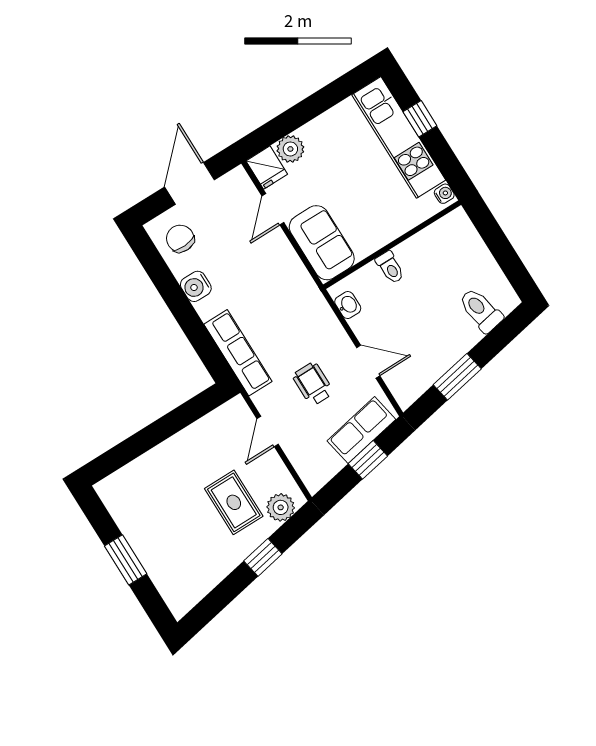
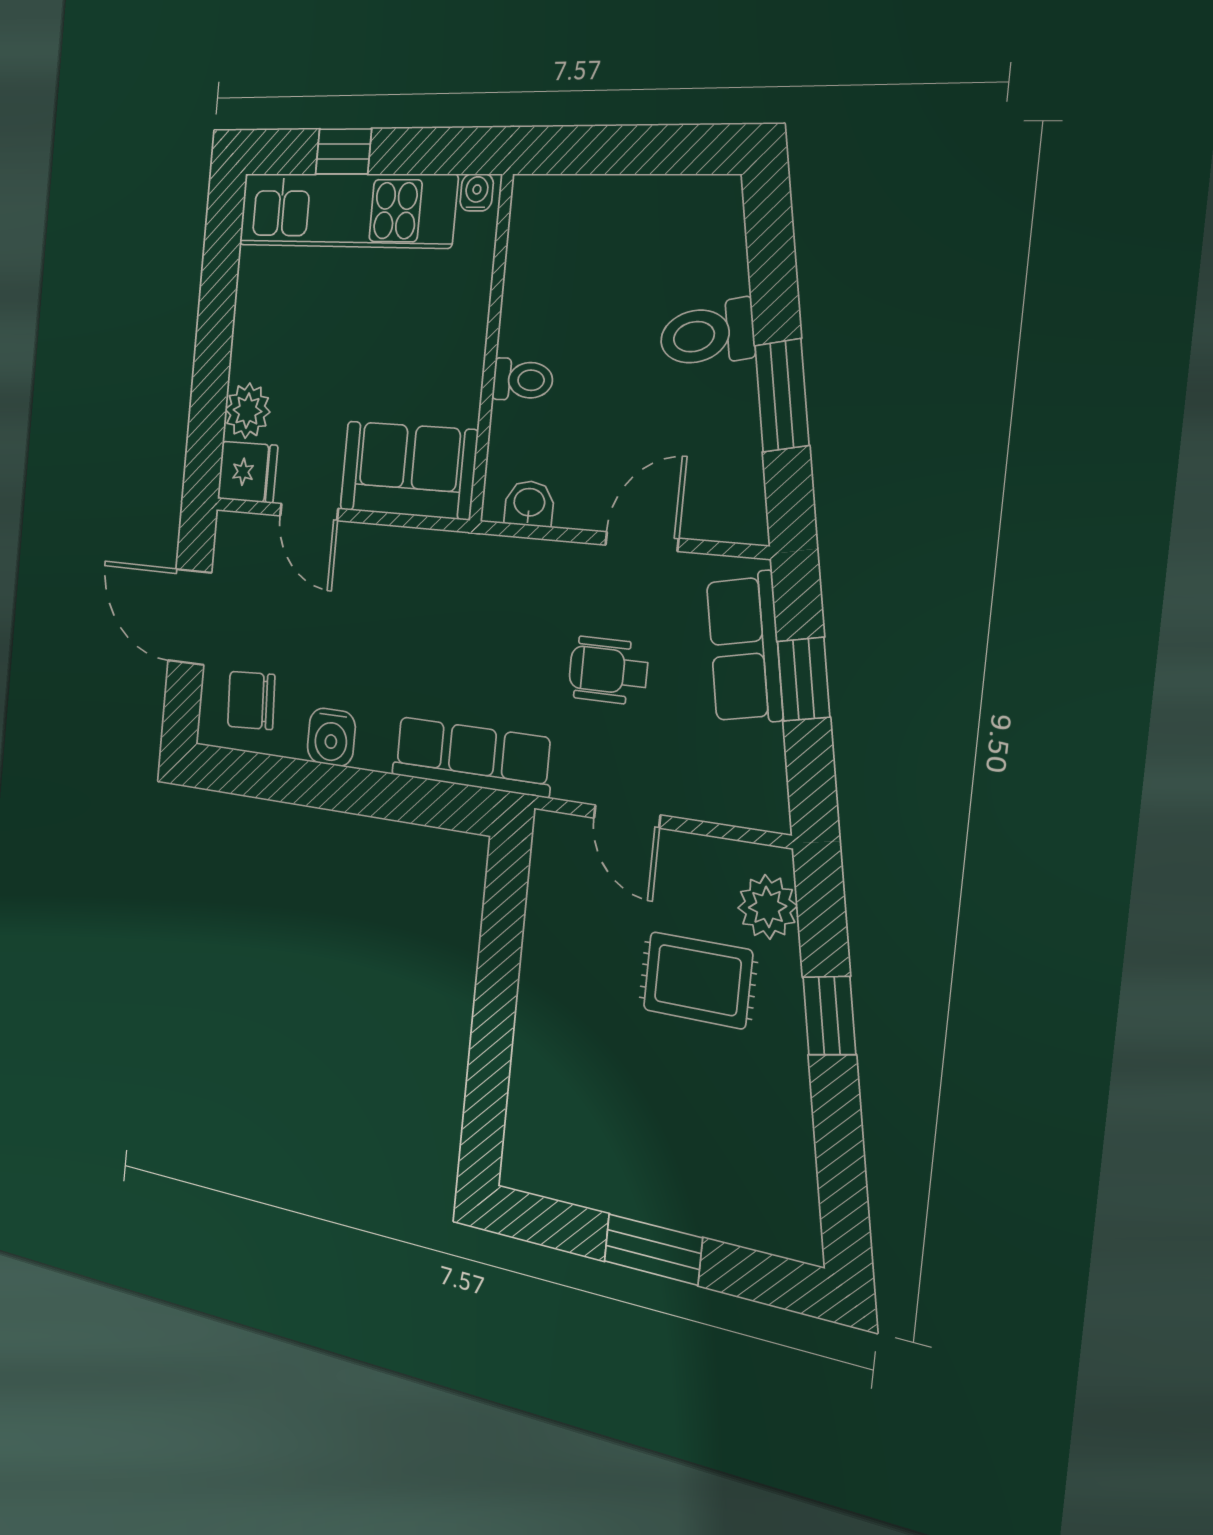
toilet: (481, 310) -> (707, 334), moved

